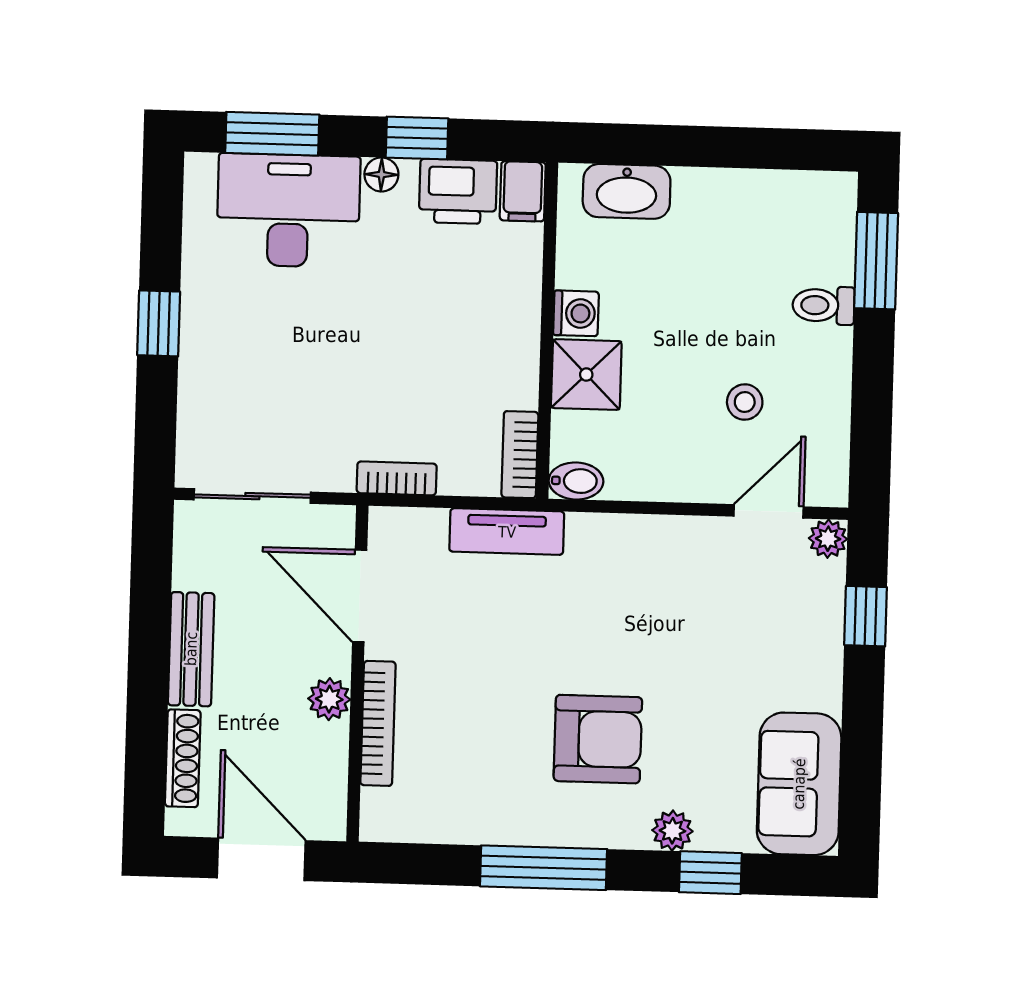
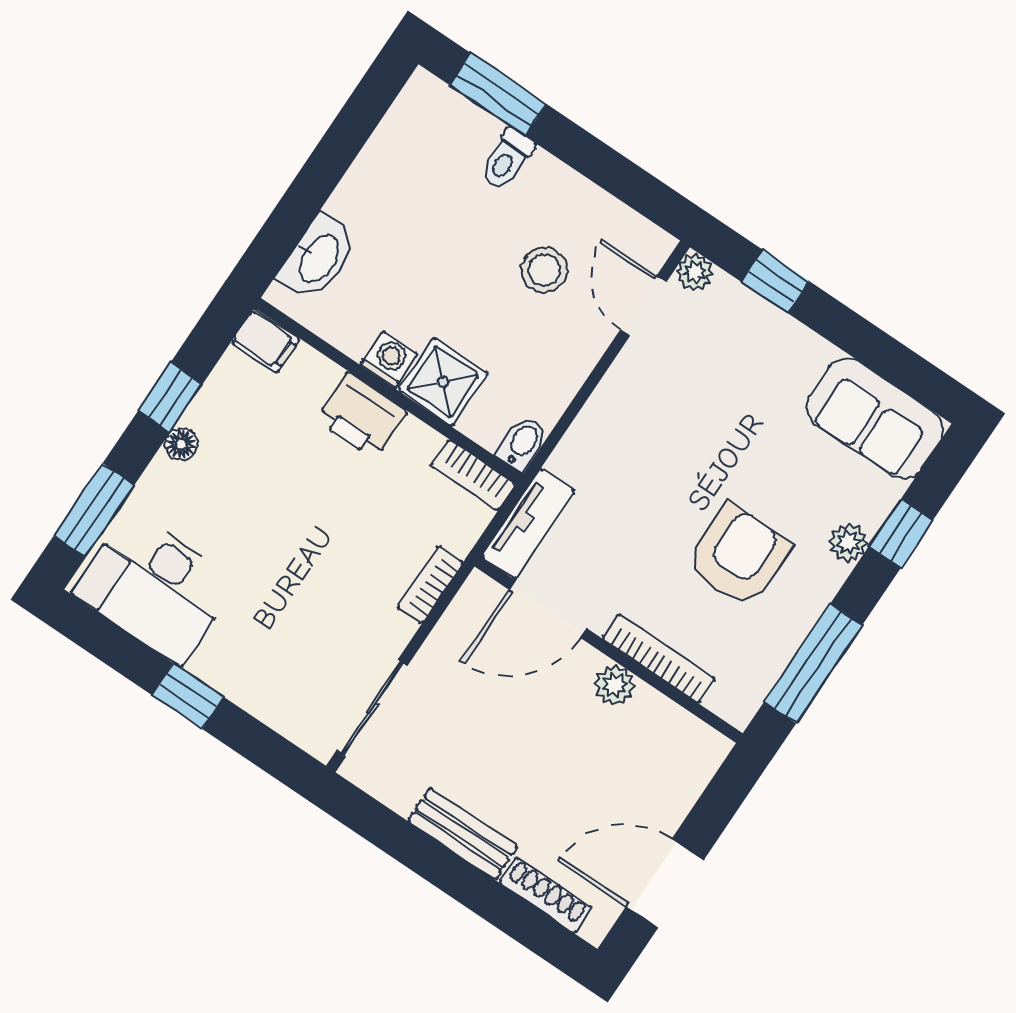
printer: (458, 191) -> (361, 416), moved, turned 90
desk: (288, 210) -> (155, 588), moved, turned -90
stool: (745, 402) -> (544, 270), width x1.37, depth x1.37
door: (360, 596) -> (548, 609), moved
wall: (357, 673) -> (609, 650), moved
plant: (329, 699) -> (615, 685), moved
bookcase: (378, 723) -> (659, 659), moved

